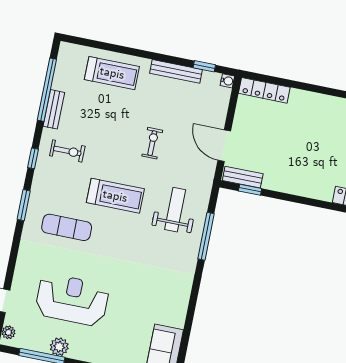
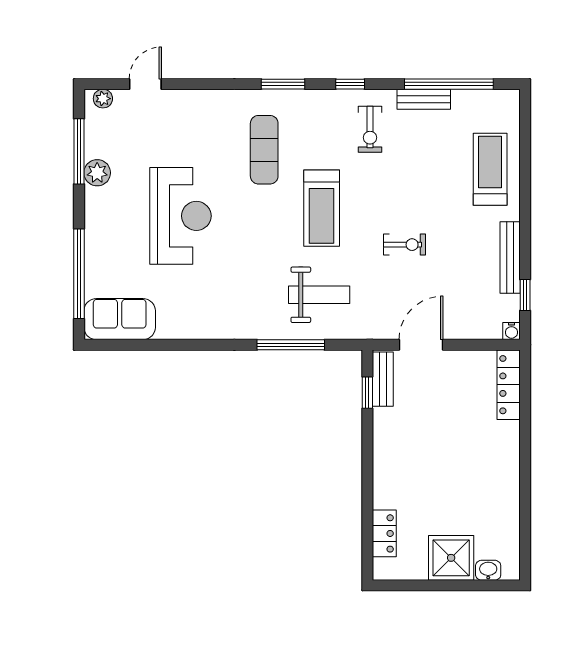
treadmill: (112, 73) -> (490, 169), turned 180
reception desk: (72, 300) -> (180, 216), moved

